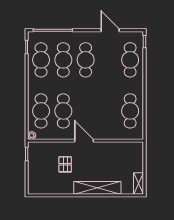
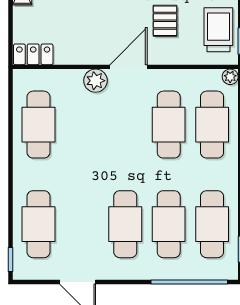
plant: (101, 134) -> (95, 81), added
door: (84, 141) -> (128, 67), swing flipped
locker: (133, 147) -> (33, 54), added
trolley: (38, 160) -> (218, 30), added

